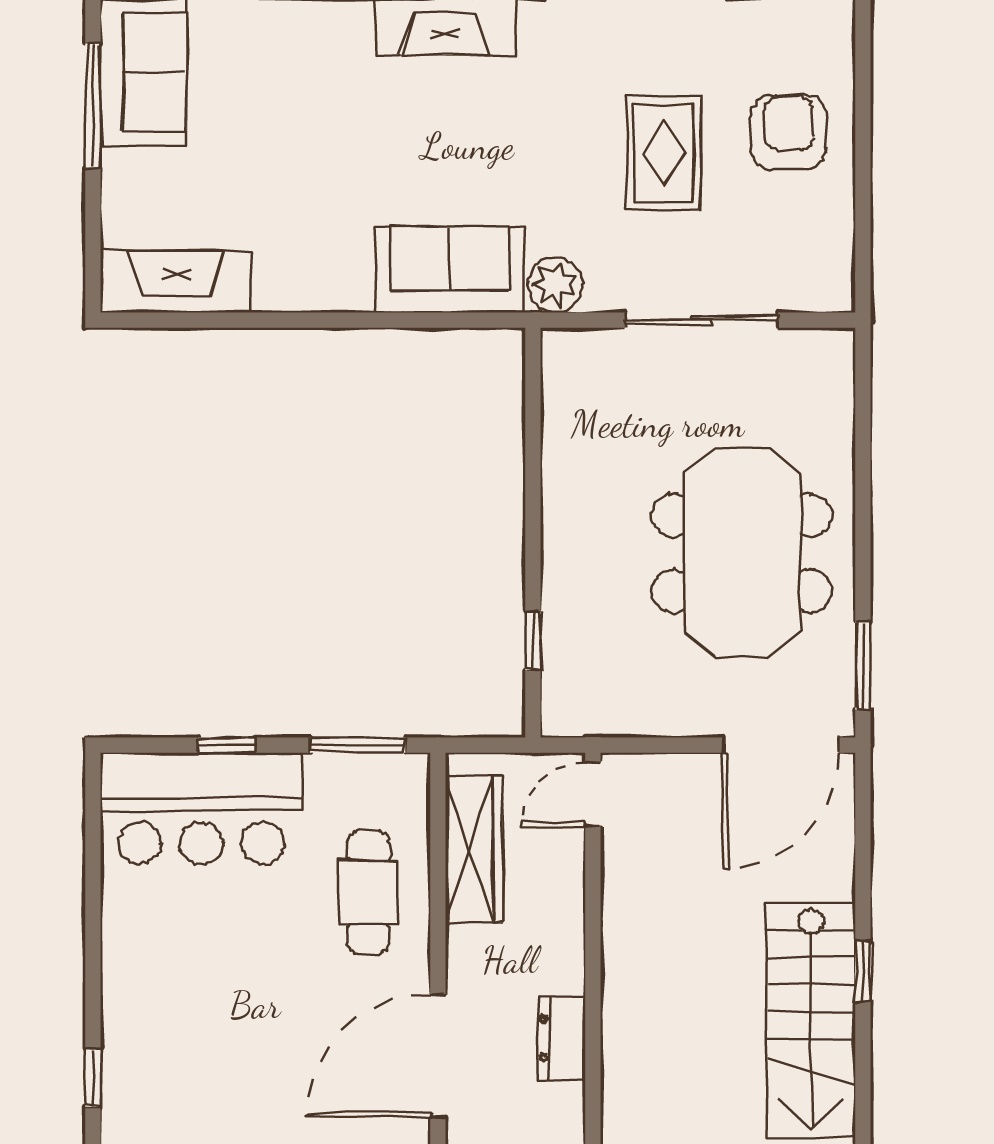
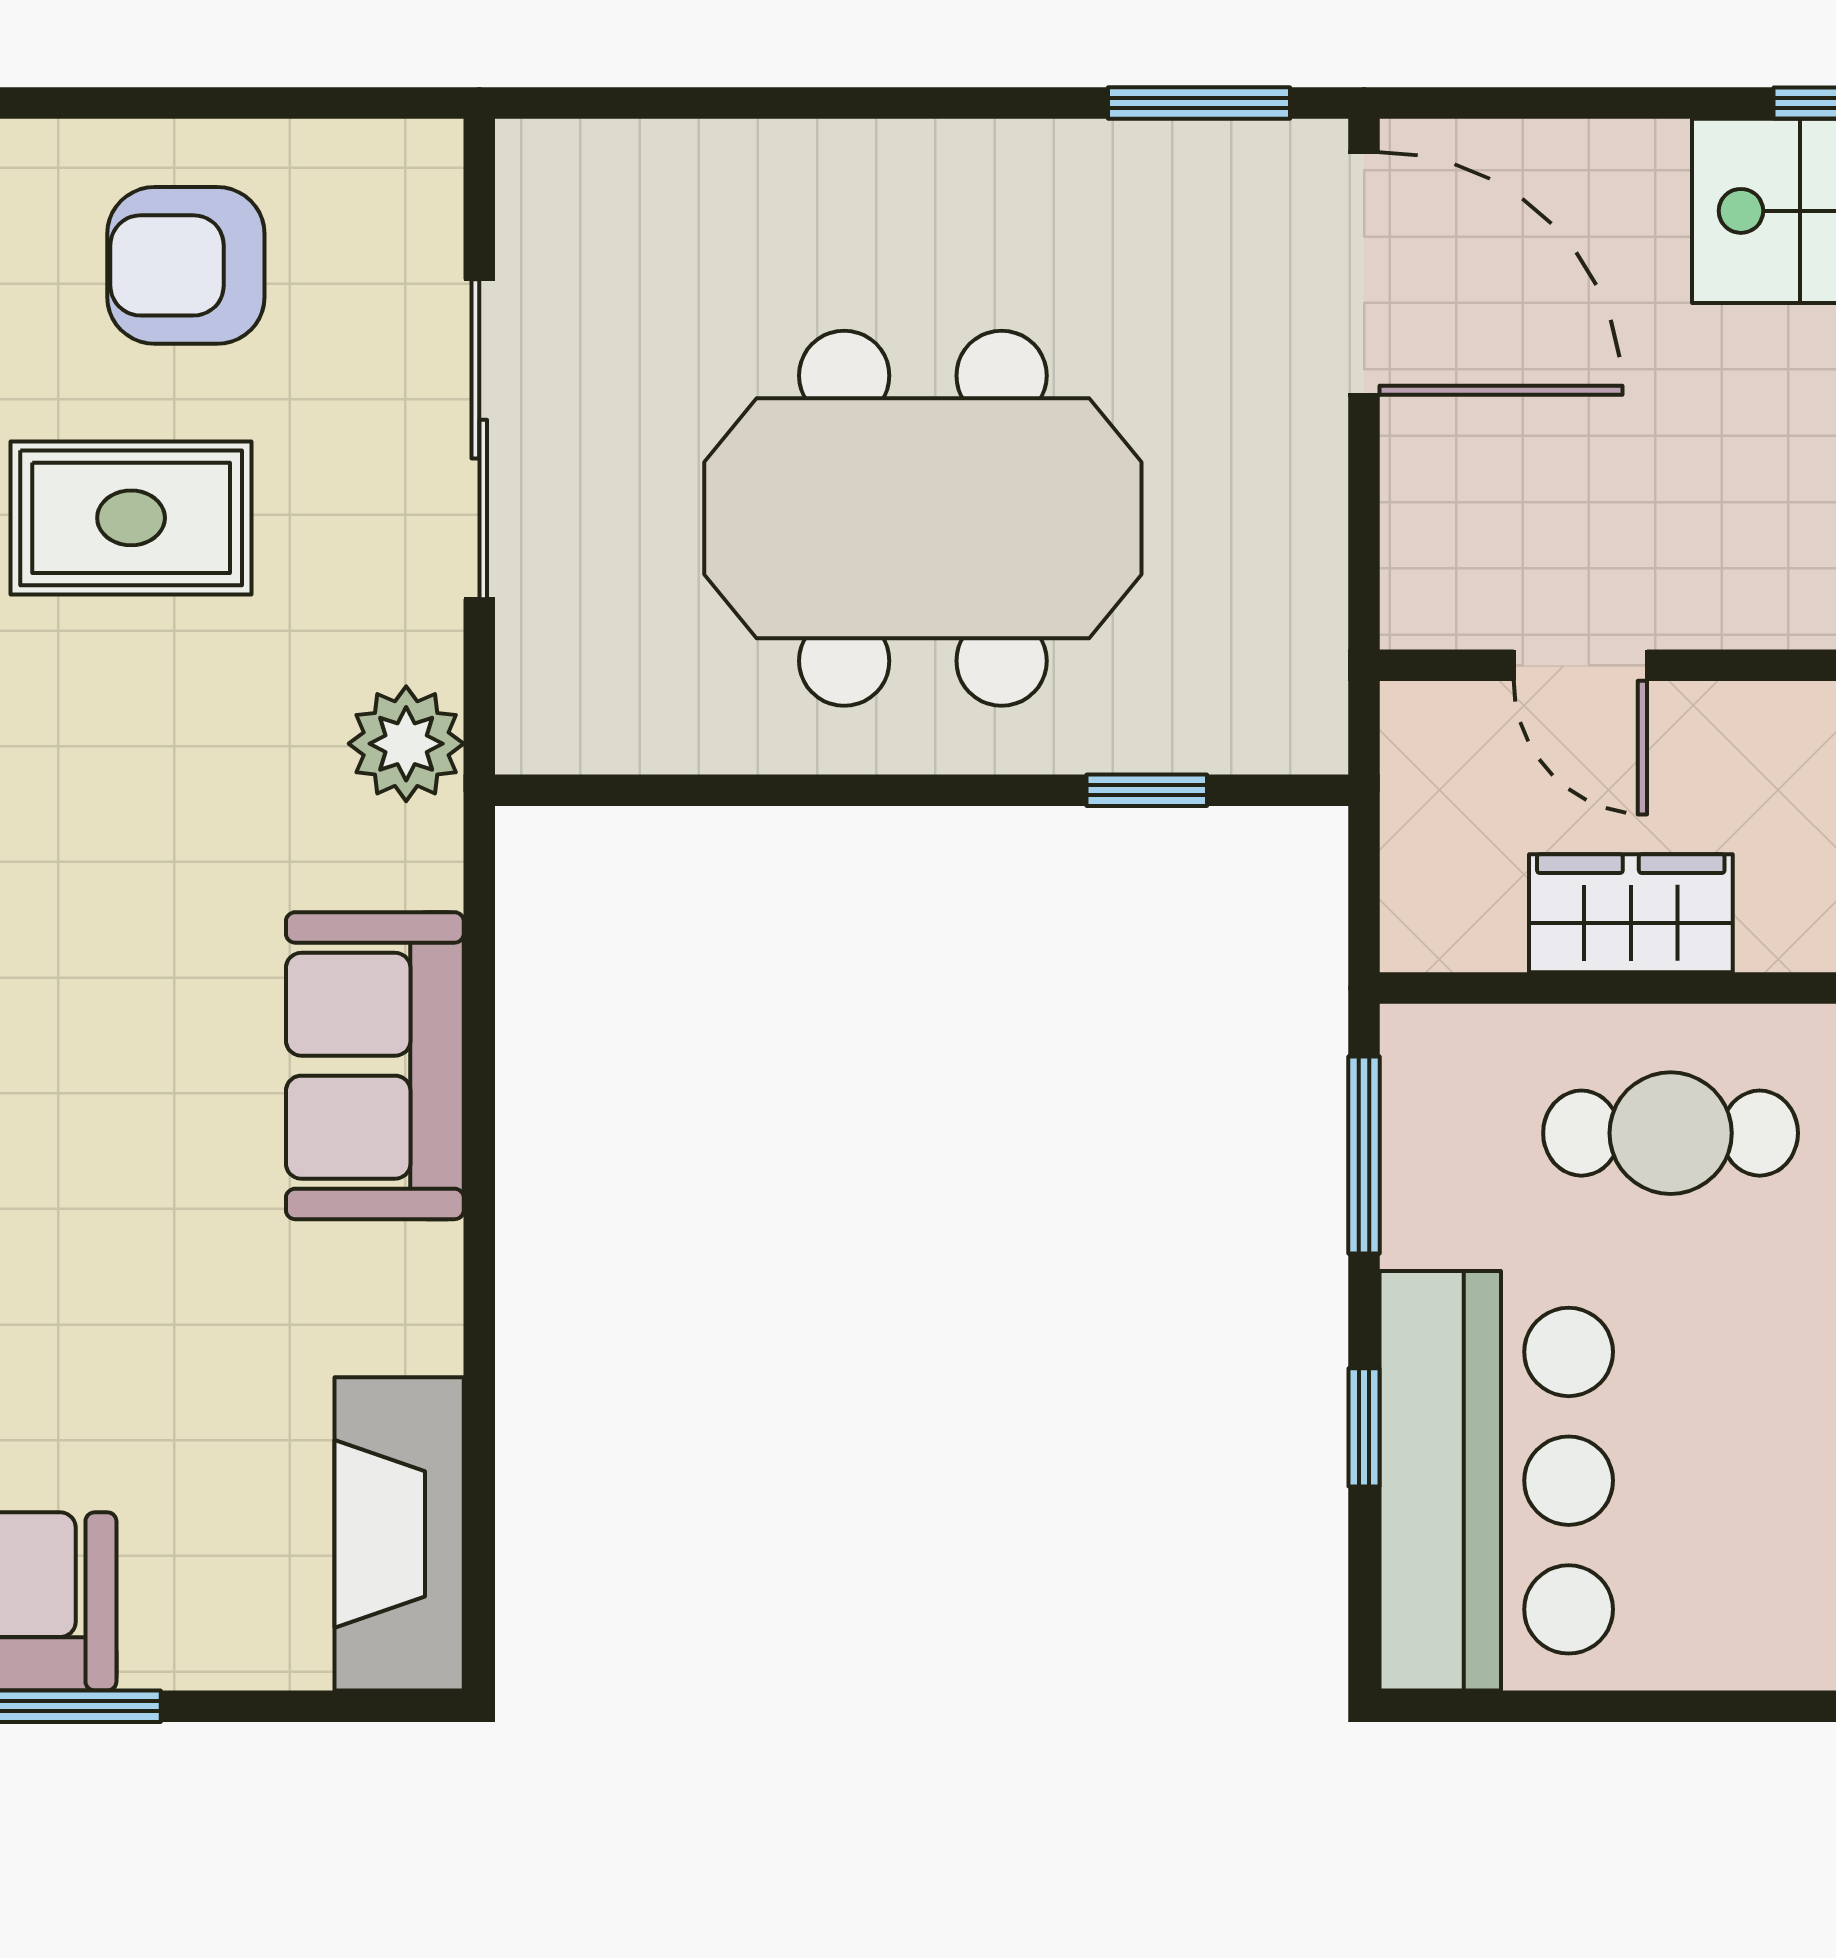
armchair: (789, 132) -> (186, 265), moved
sofa: (450, 270) -> (375, 1066), moved
meeting table: (742, 553) -> (923, 518), moved
door: (593, 795) -> (1580, 665), moved
wardrobe: (474, 849) -> (1631, 913), width x0.67

